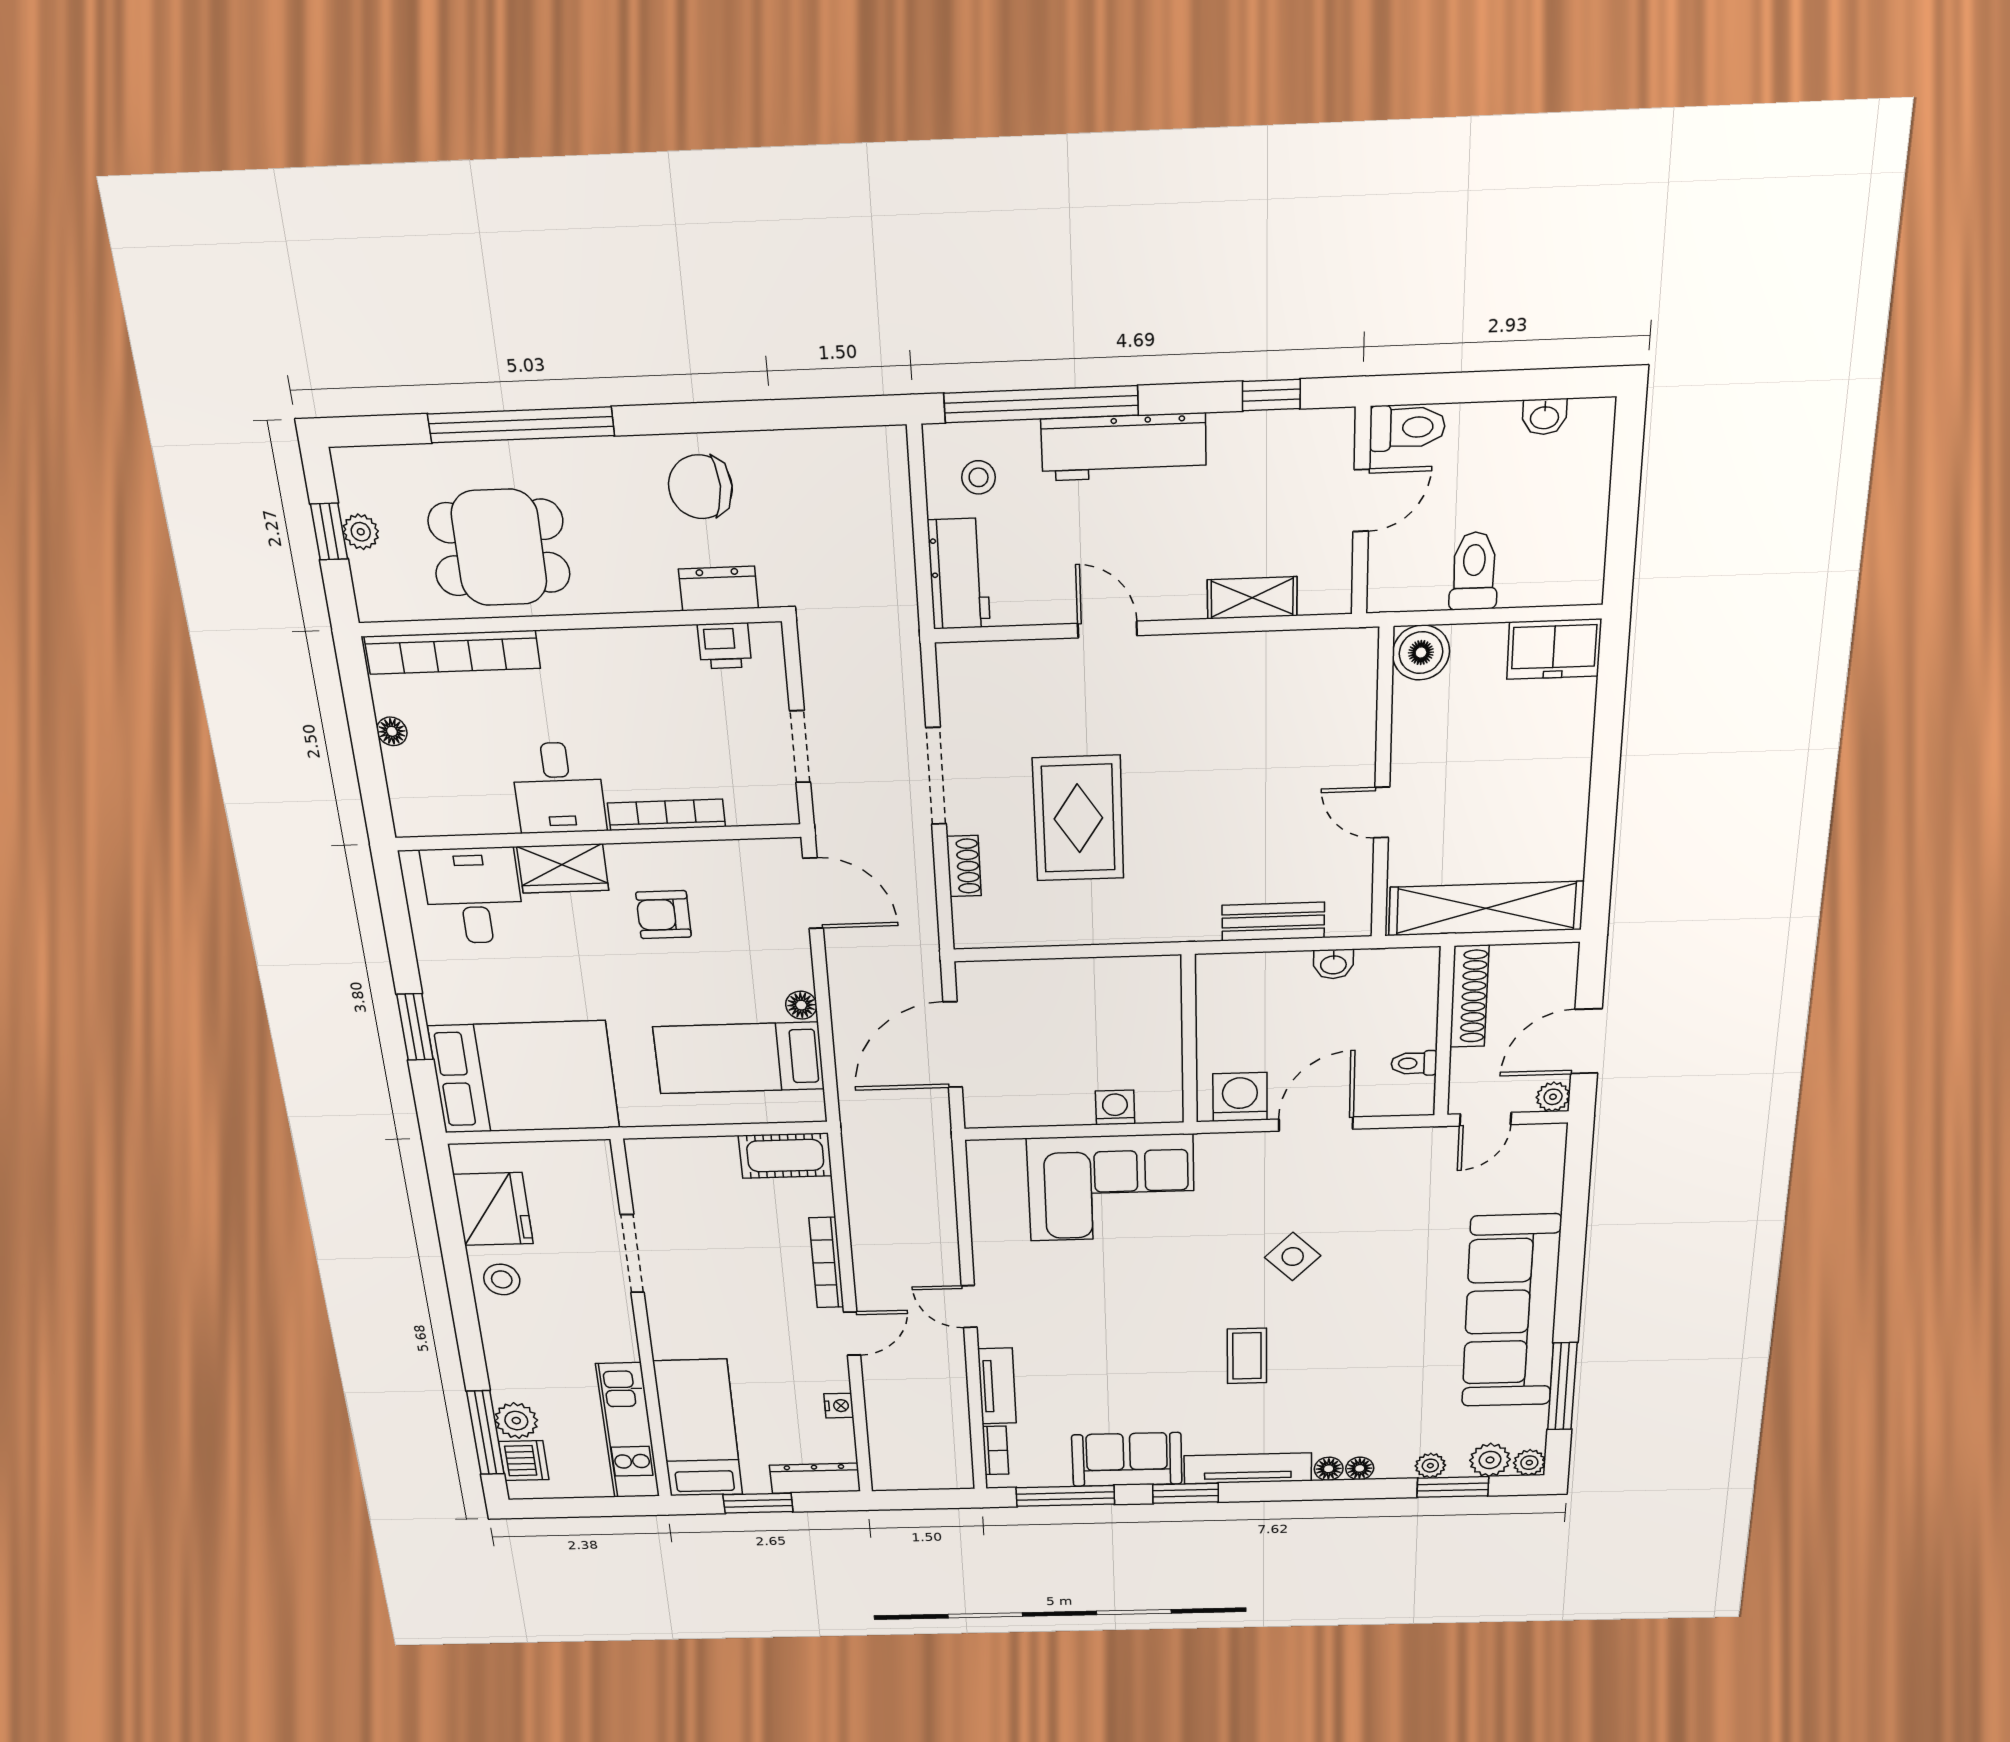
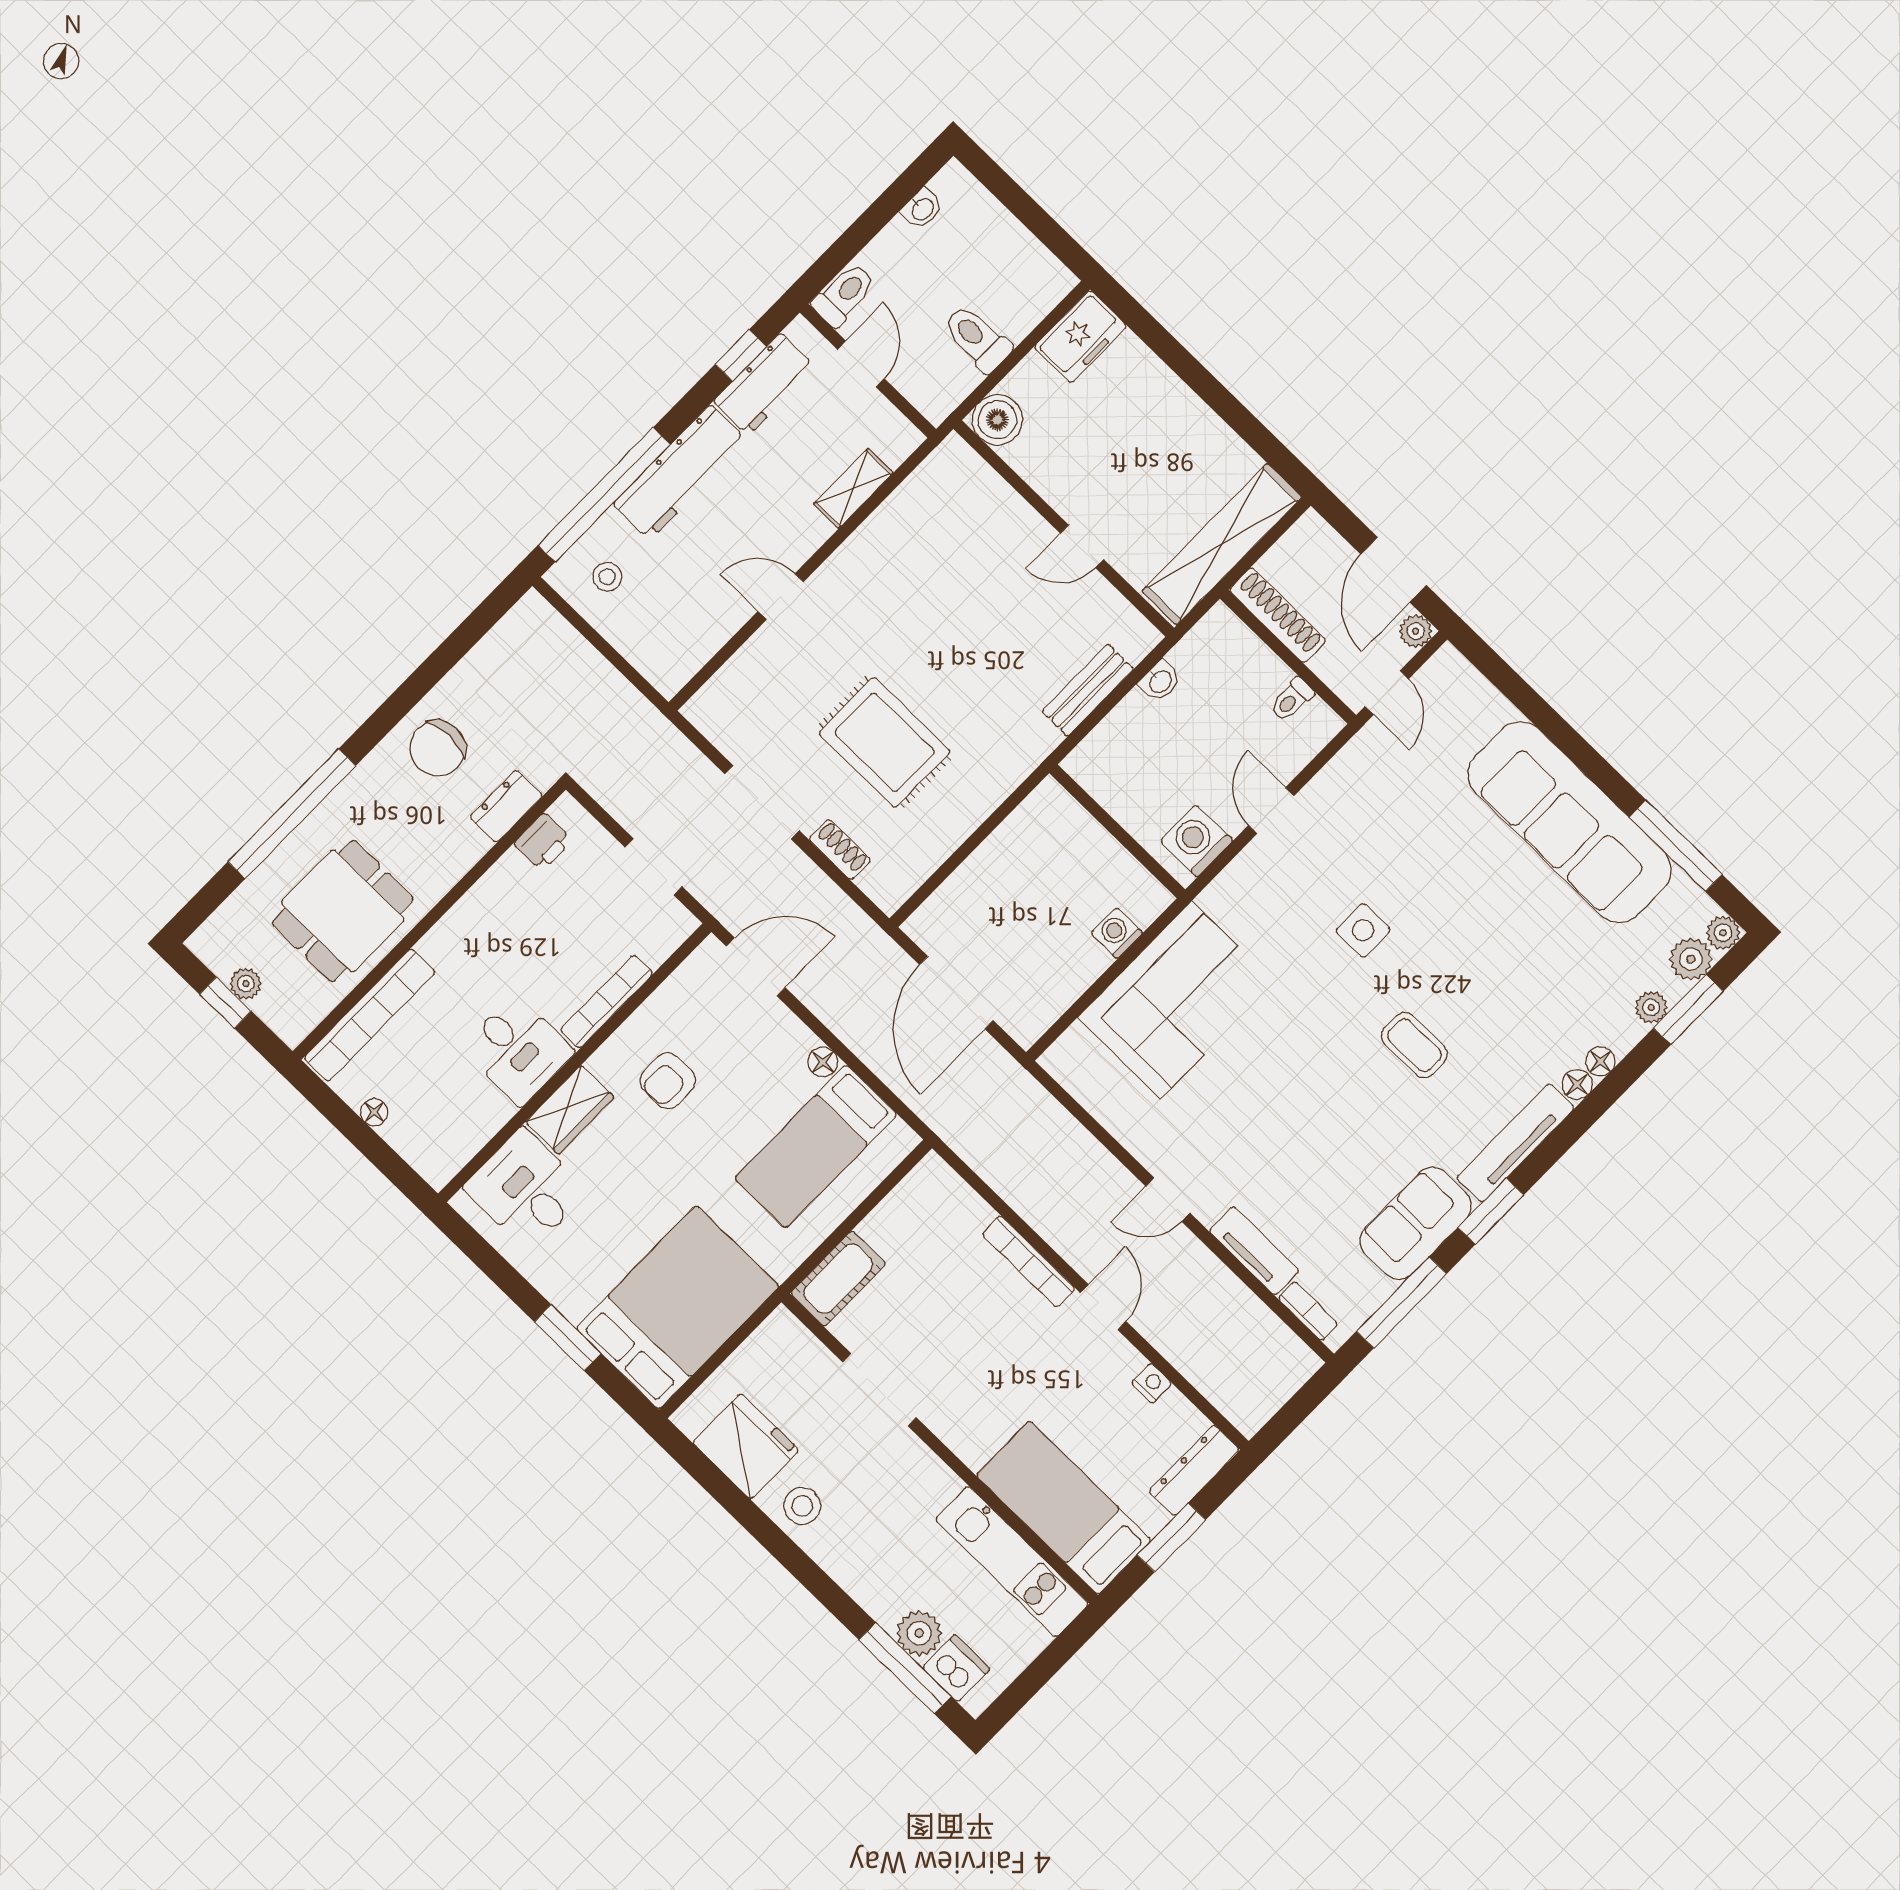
workbench: (959, 574) -> (765, 384), moved, turned 90
door: (1316, 1124) -> (1271, 811), width x0.73
cot: (785, 1156) -> (838, 1279), moved
side table: (1293, 1257) -> (1363, 930), turned 45

